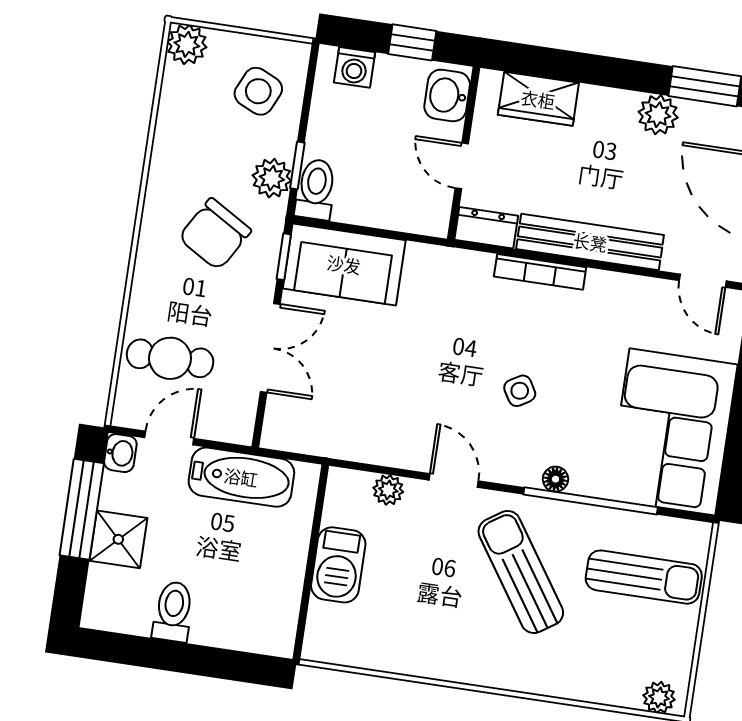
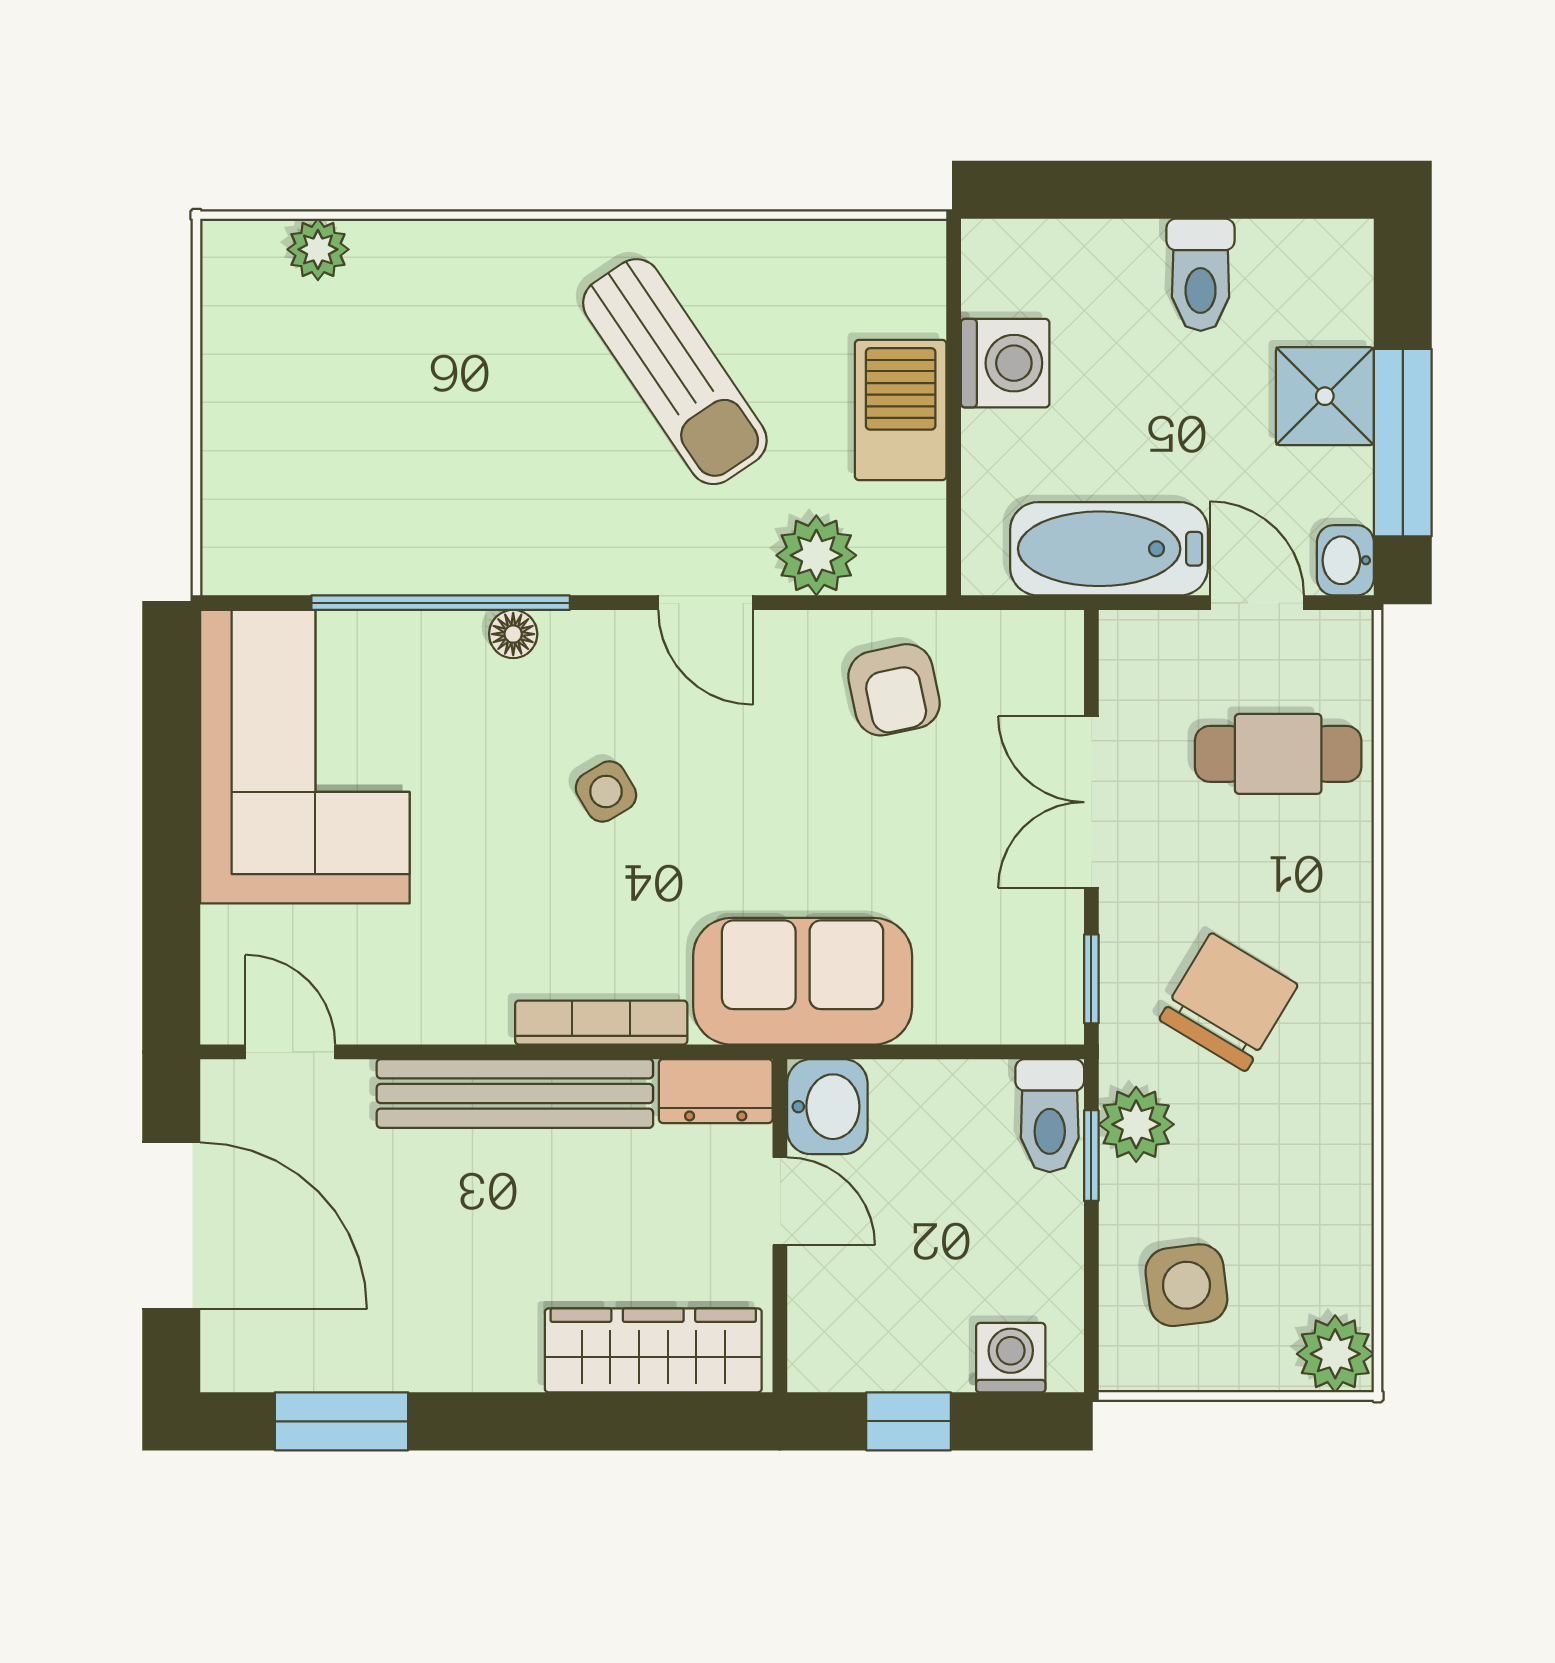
side table: (258, 91) -> (1186, 1285), turned -32
washbasin: (447, 95) -> (827, 1107), moved
wardrobe: (538, 99) -> (653, 1350), width x1.50
plant: (658, 115) -> (422, 1354), removed
sofa: (344, 264) -> (803, 981), moved
armchair: (363, 421) -> (894, 690), added
door: (169, 438) -> (1257, 603), swing flipped
plant: (388, 490) -> (816, 555), width x1.38, depth x1.38
sun lounger: (521, 572) -> (675, 372), moved
sun lounger: (644, 577) -> (318, 473), removed
washing machine: (281, 581) -> (1005, 363), added
plant: (659, 697) -> (318, 249), moved

